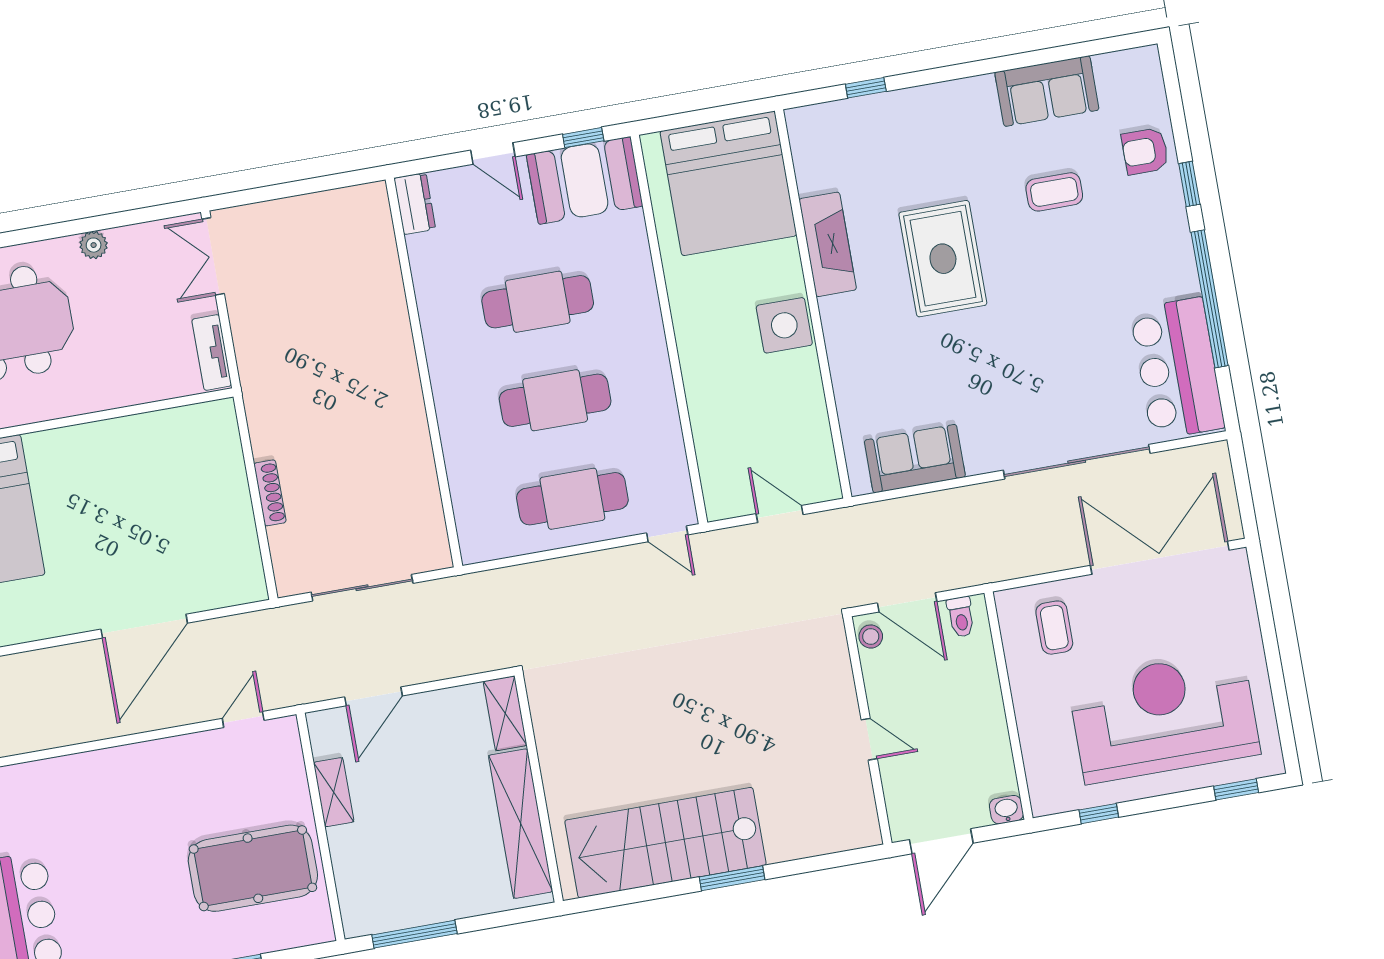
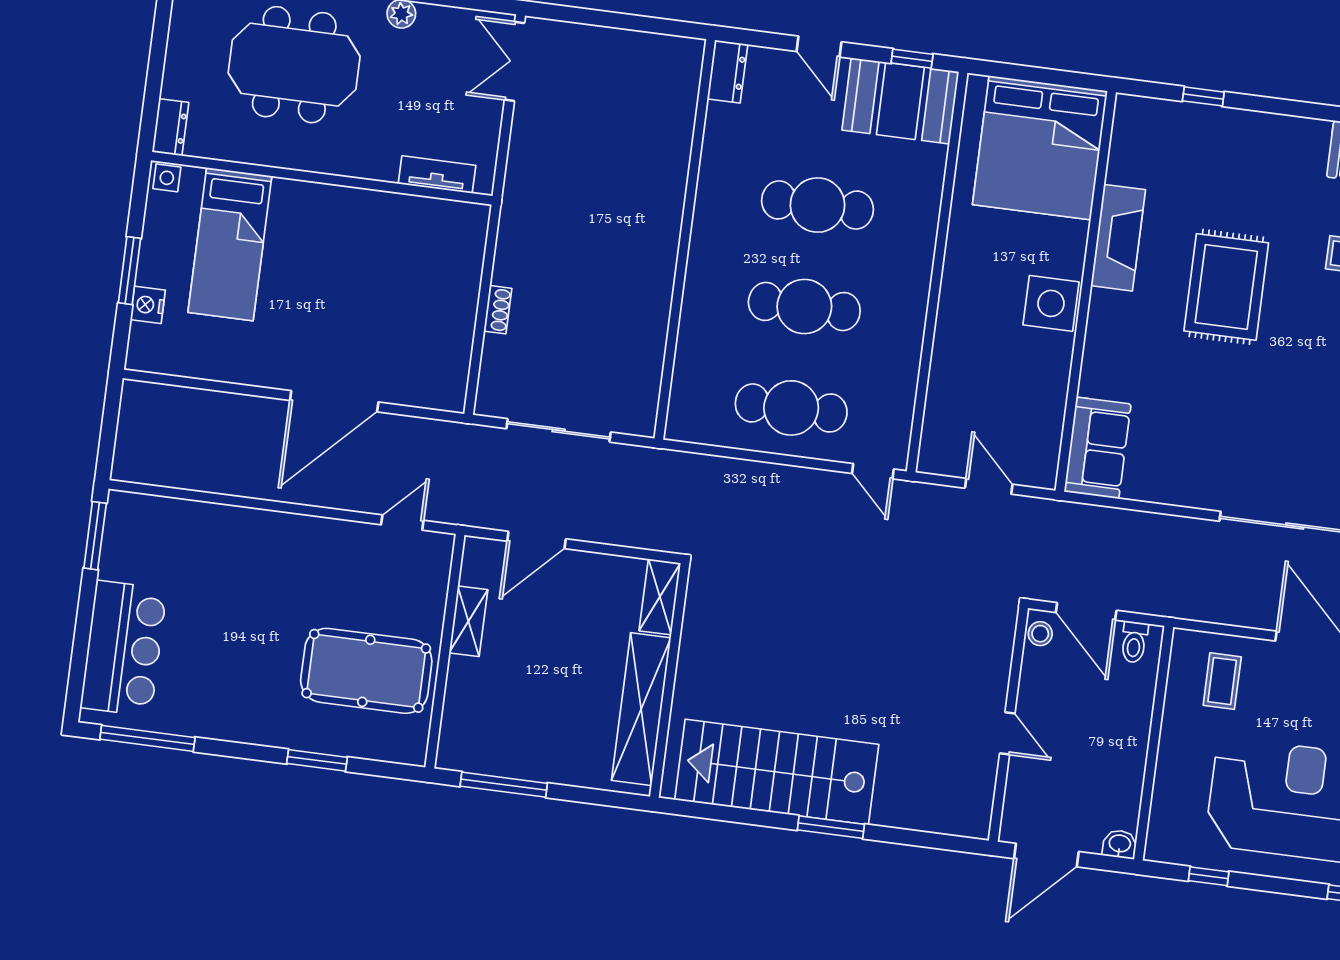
tv unit: (212, 353) -> (437, 175), moved, turned 90
sofa: (915, 459) -> (1098, 448), moved, turned 90
shoe rack: (270, 493) -> (498, 310), width x0.70

